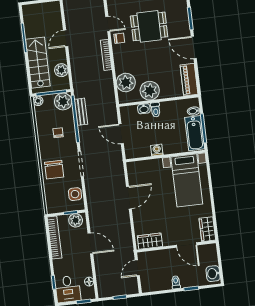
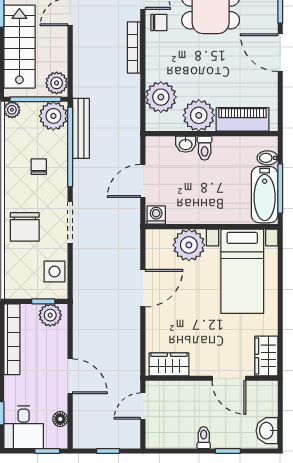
plant: (61, 70) -> (57, 83), moved
piano: (189, 80) -> (242, 119), moved, turned 90
bench: (81, 112) -> (81, 128), width x1.36
door: (121, 134) -> (143, 181), hinge flipped
washing machine: (157, 150) -> (156, 215), moved
plant: (153, 169) -> (189, 245), added
door: (90, 243) -> (70, 376), moved

